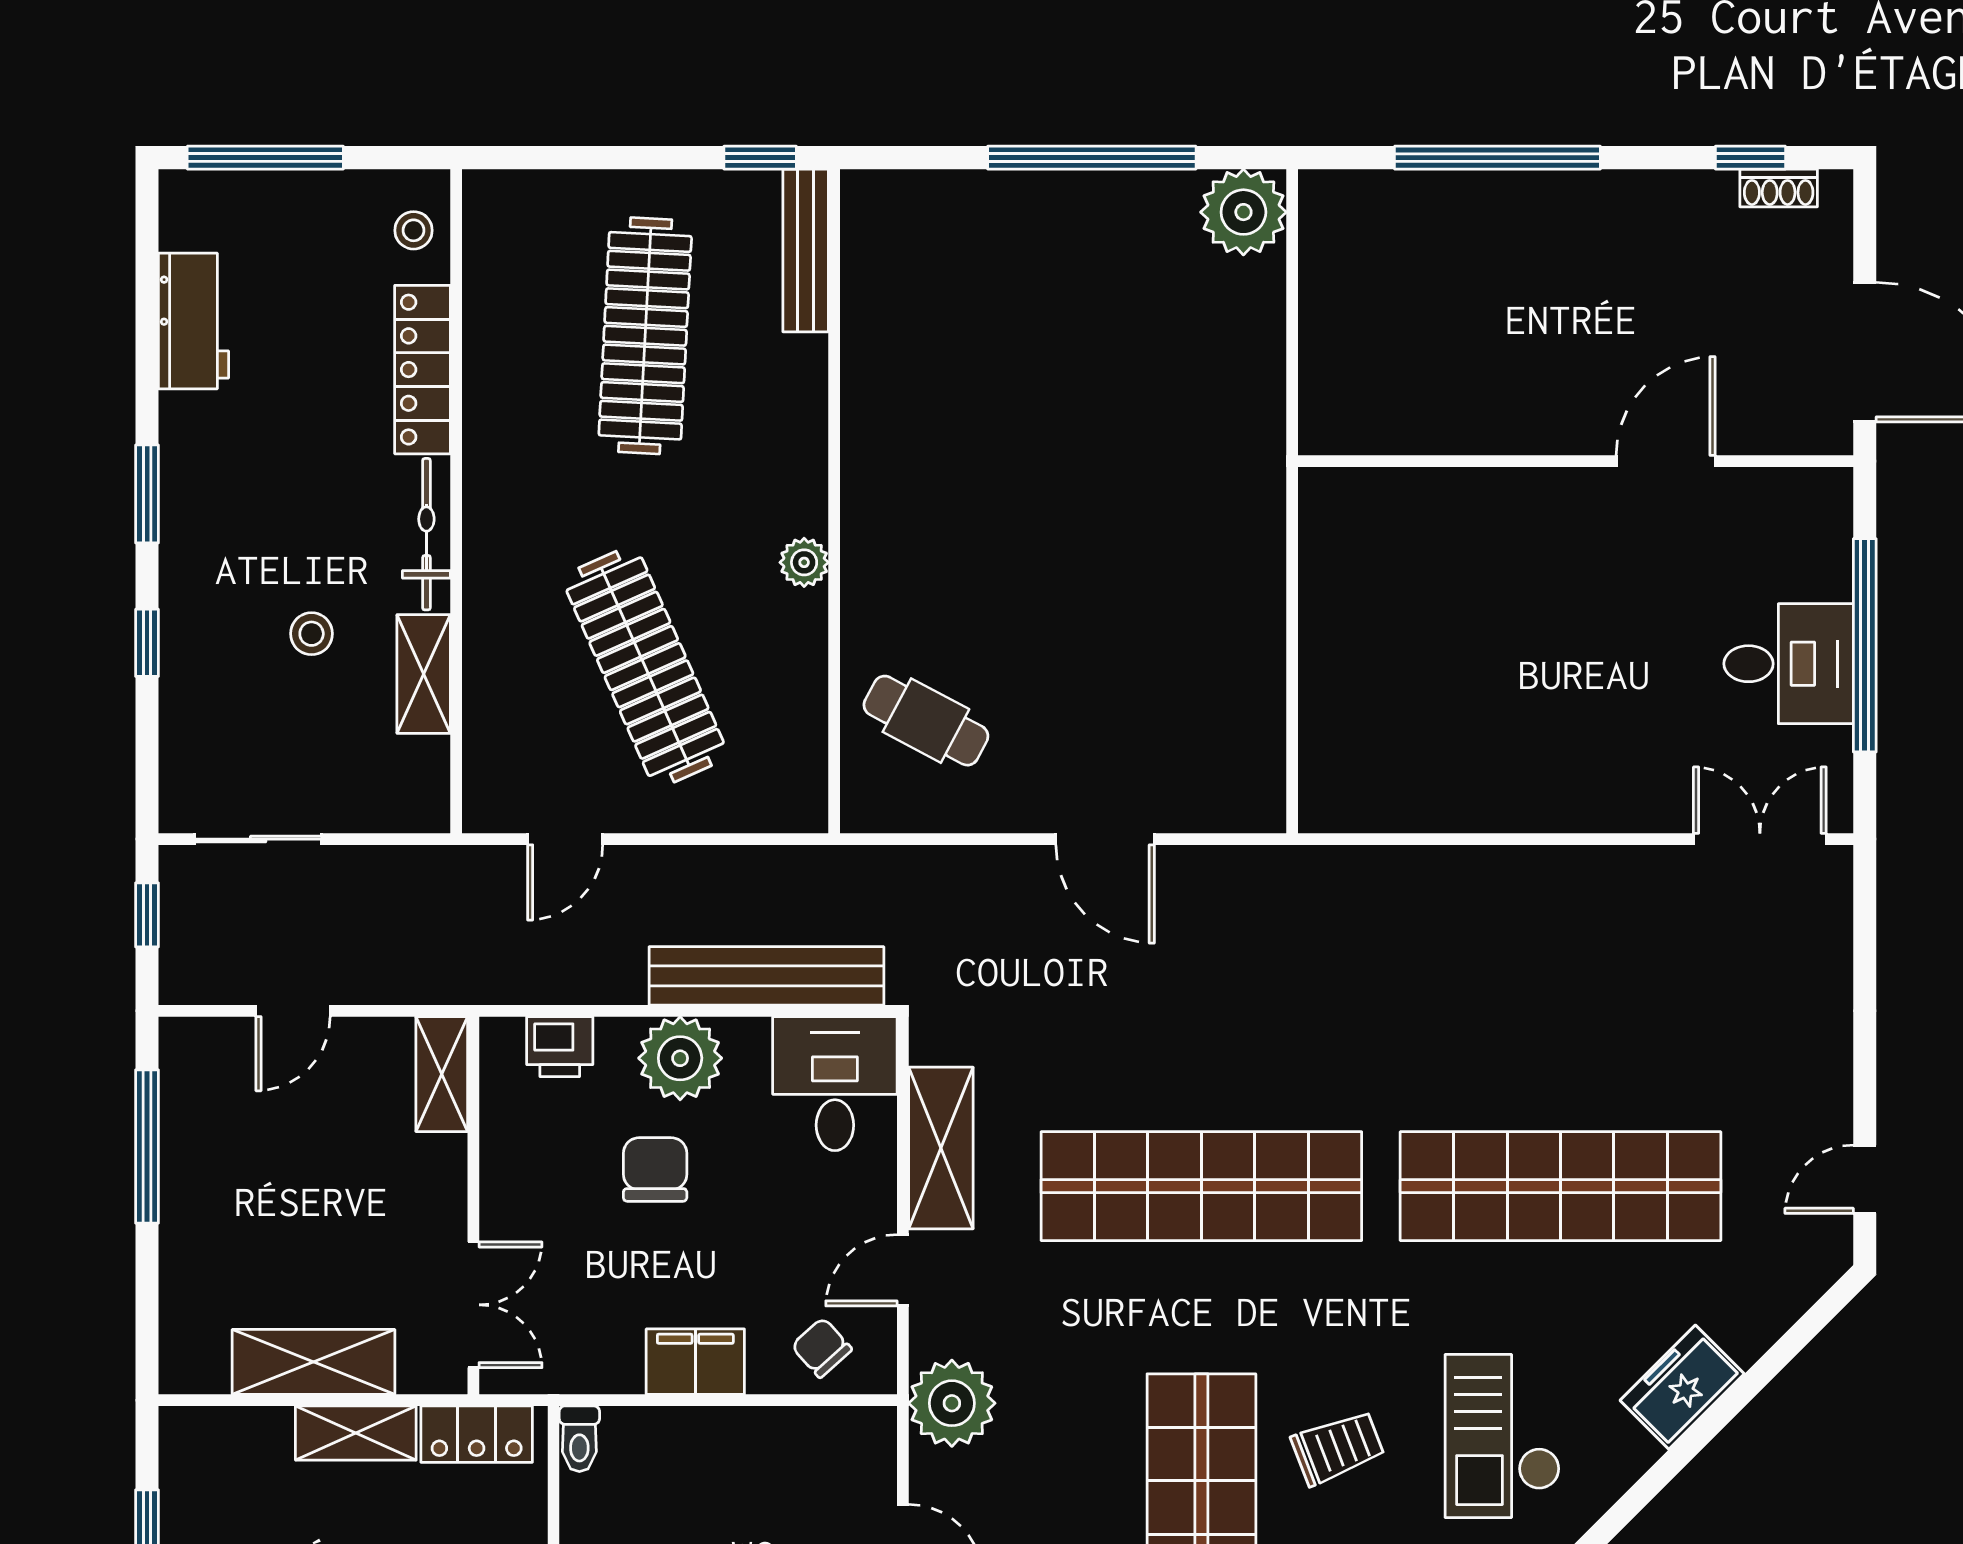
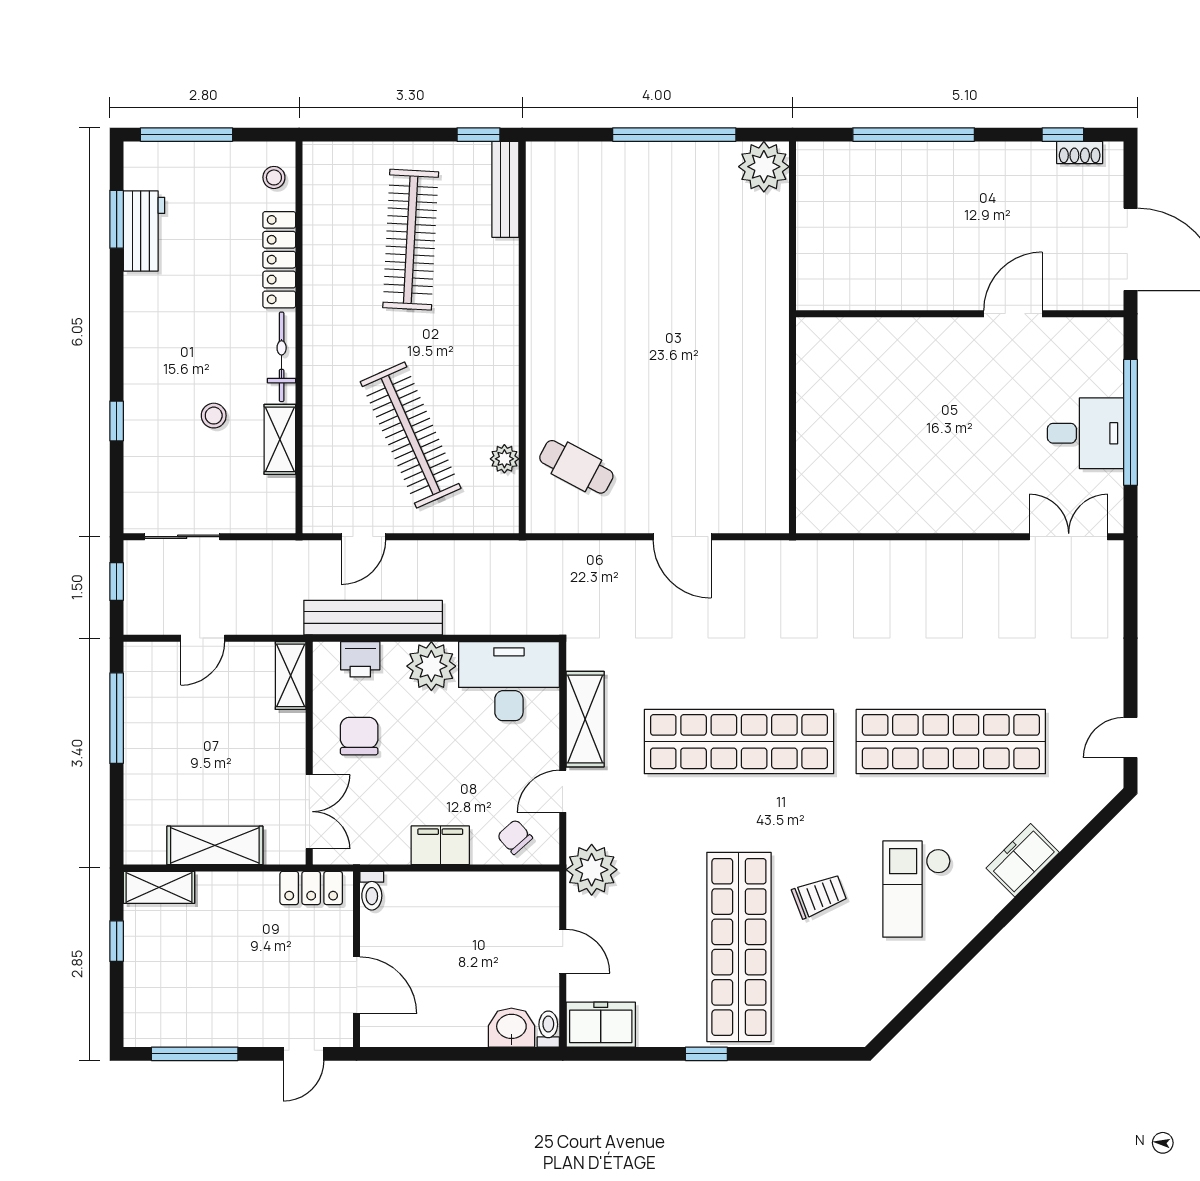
window: (147, 494) -> (117, 219), moved
plant: (804, 562) -> (504, 459), moved
bench: (766, 976) -> (373, 618), moved
desk: (835, 1084) -> (509, 681), width x1.37
chair: (655, 1169) -> (359, 736), moved
shelving: (356, 1433) -> (159, 887), moved

